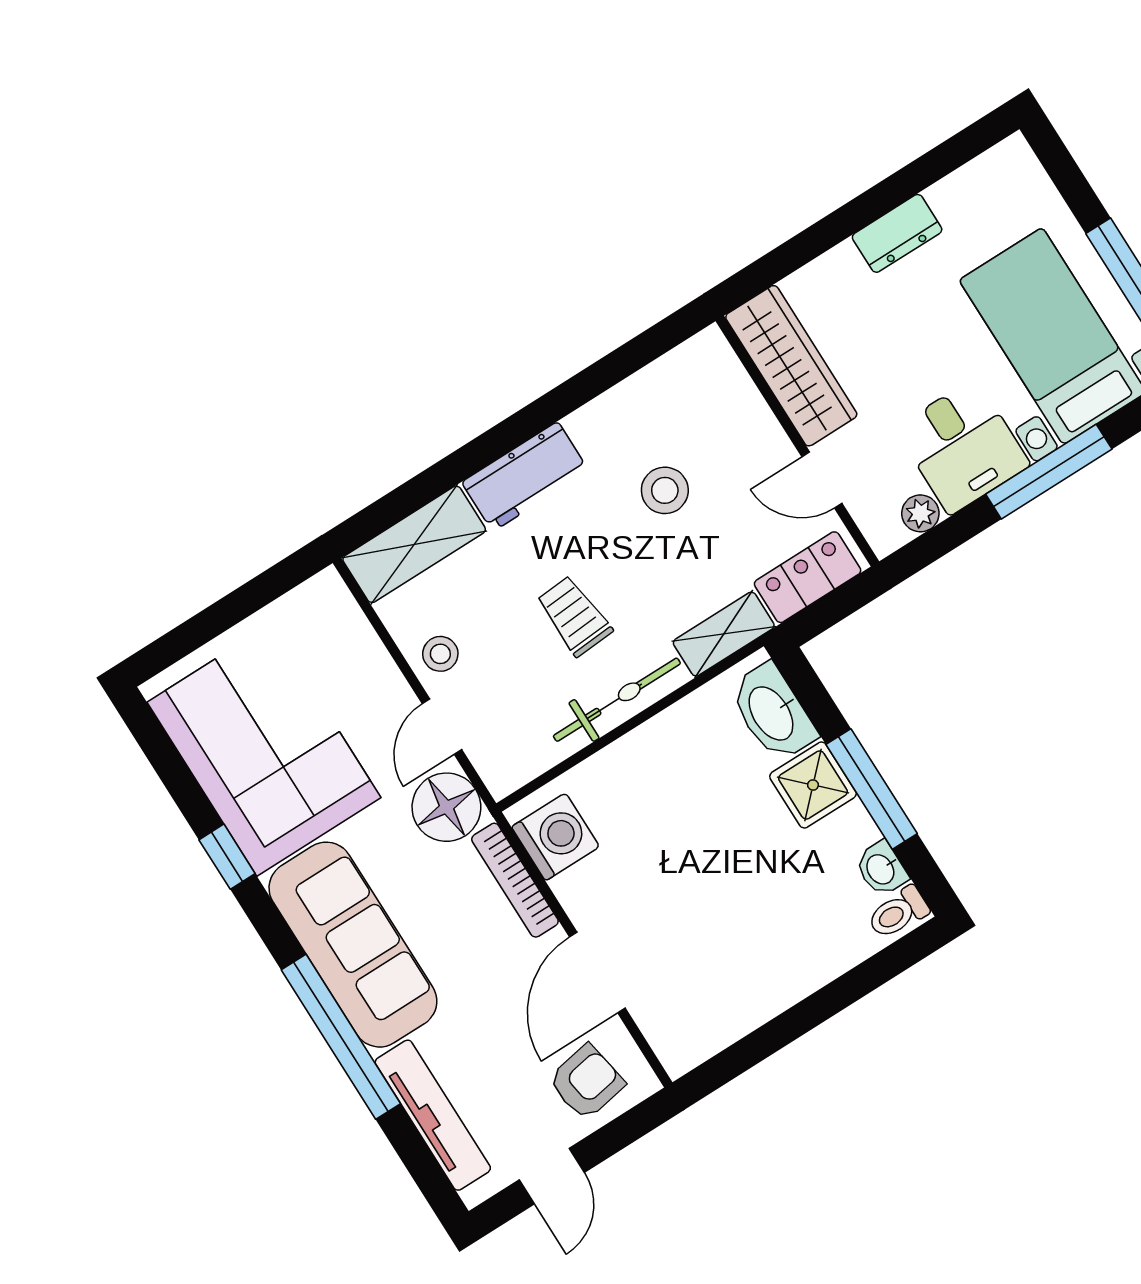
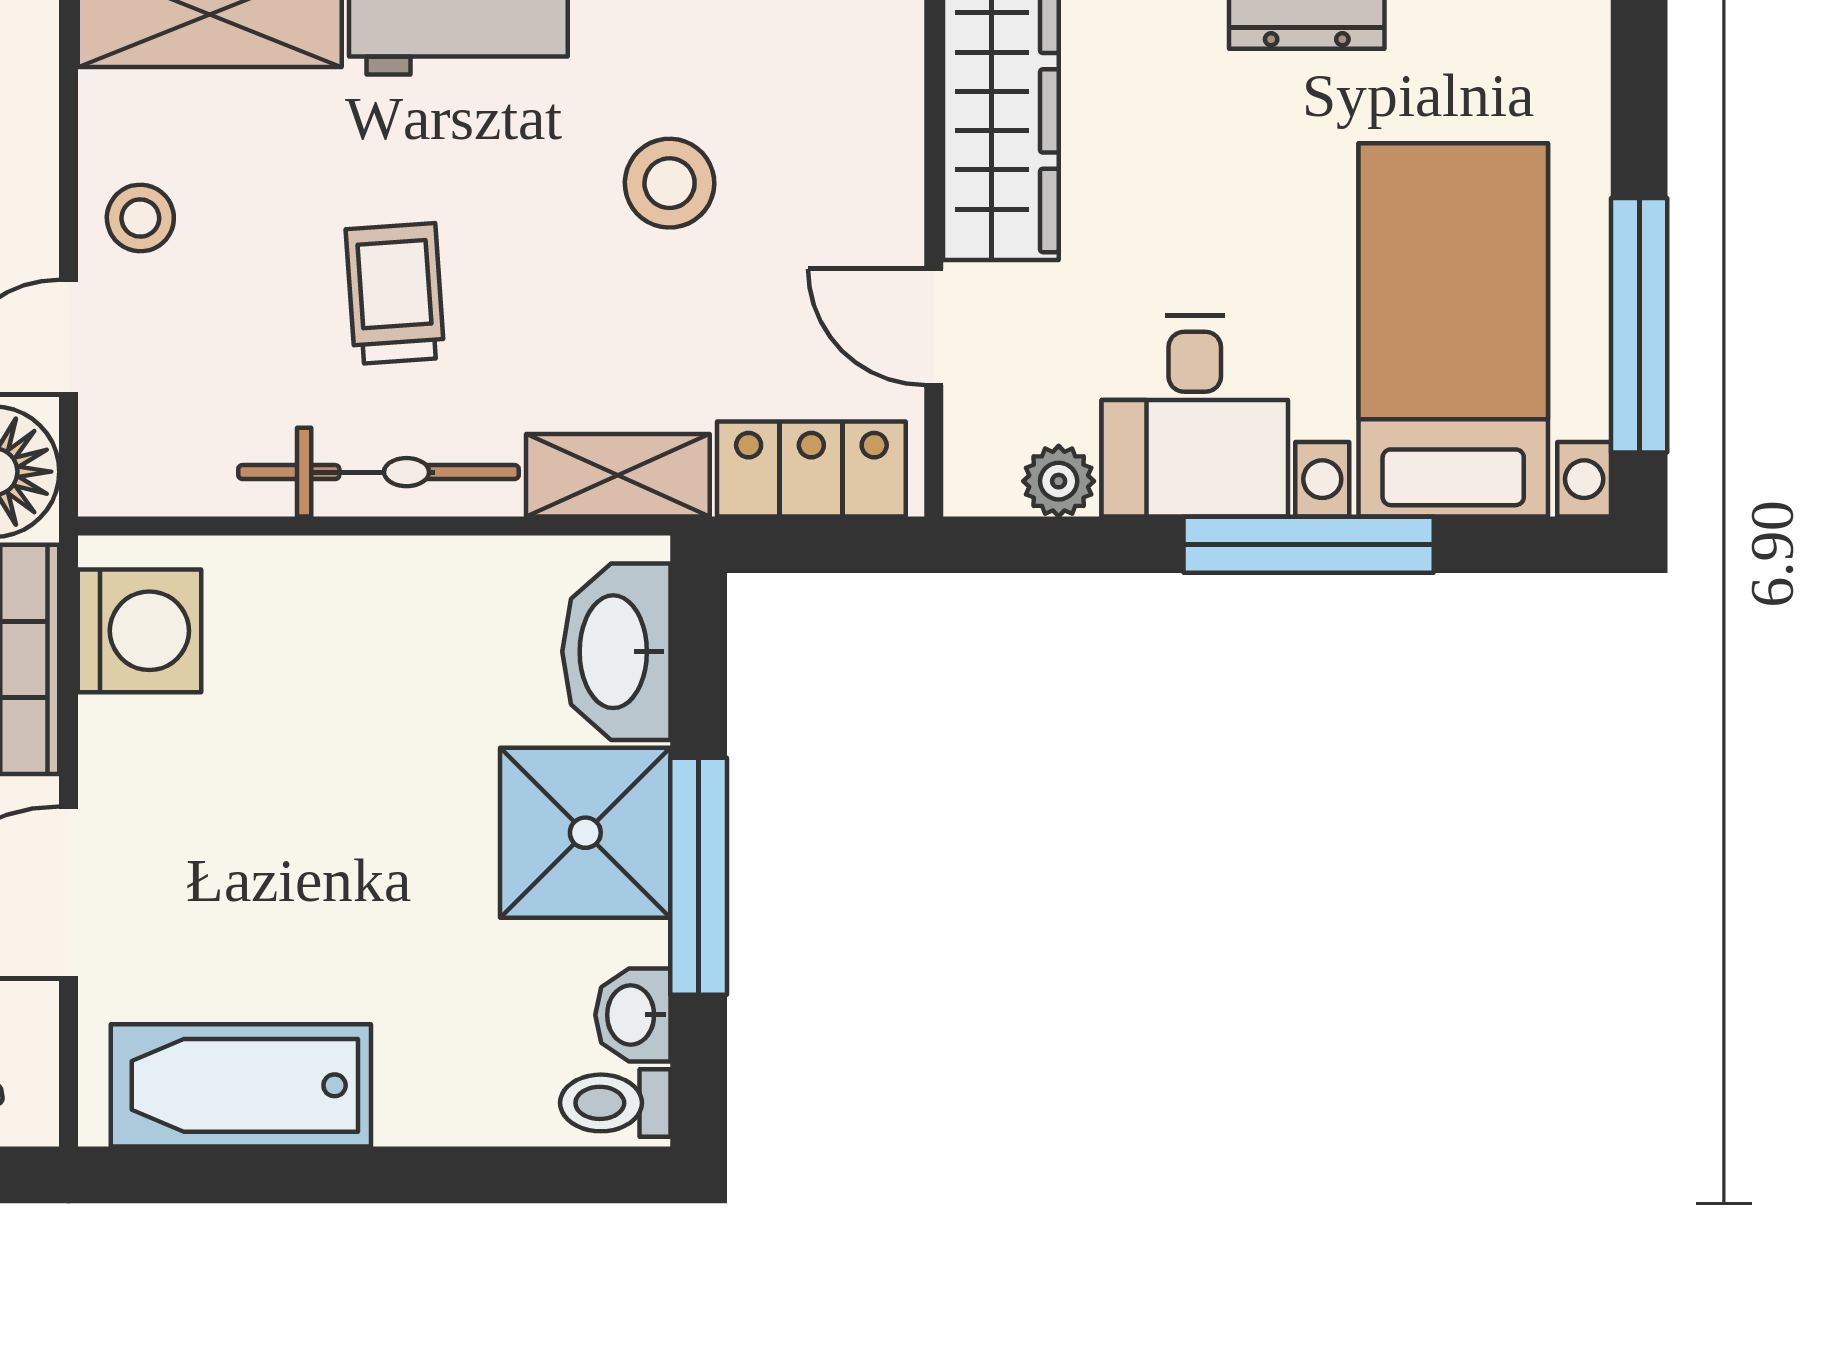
shower: (813, 785) -> (585, 833), width x1.36, depth x1.36
bathtub: (728, 1010) -> (241, 1085), added

